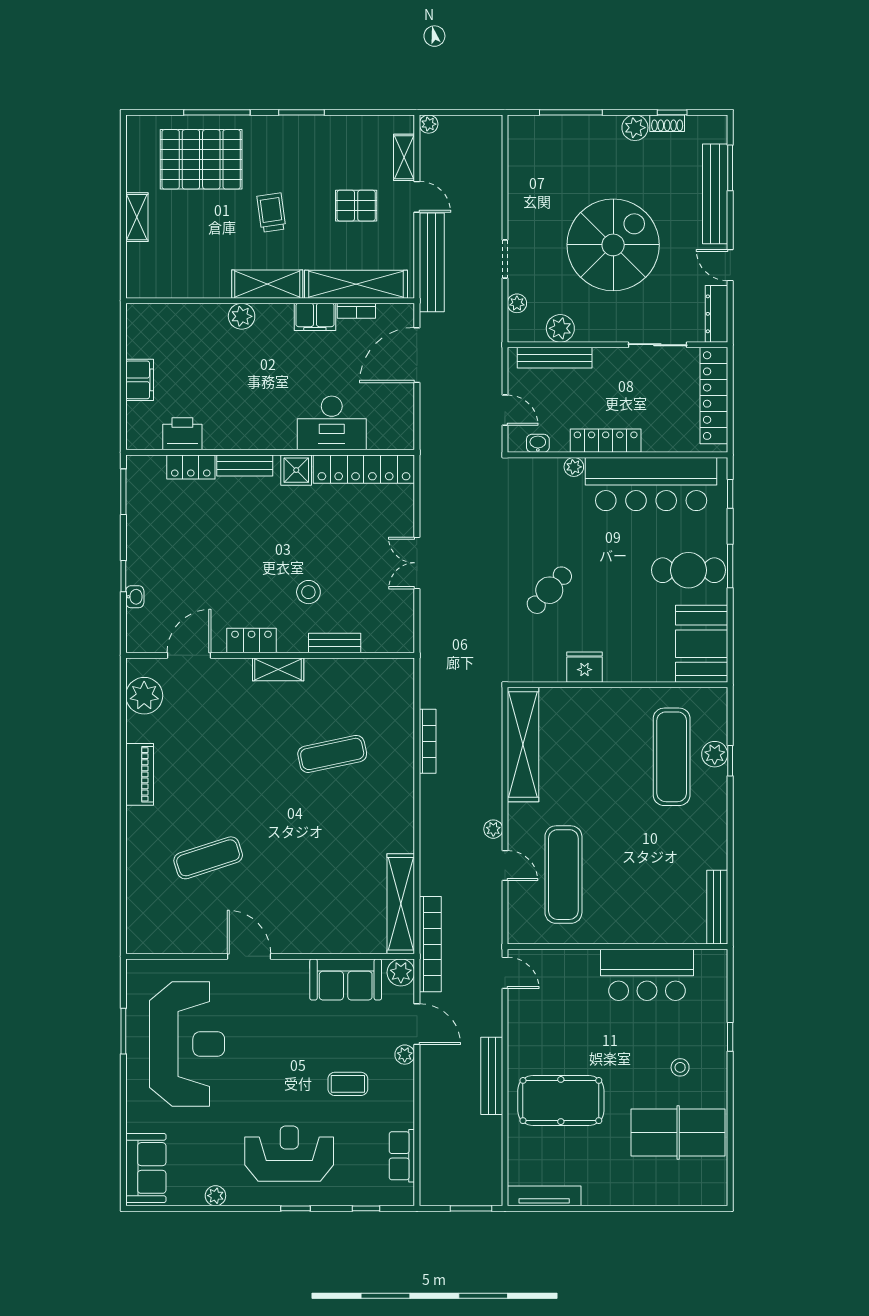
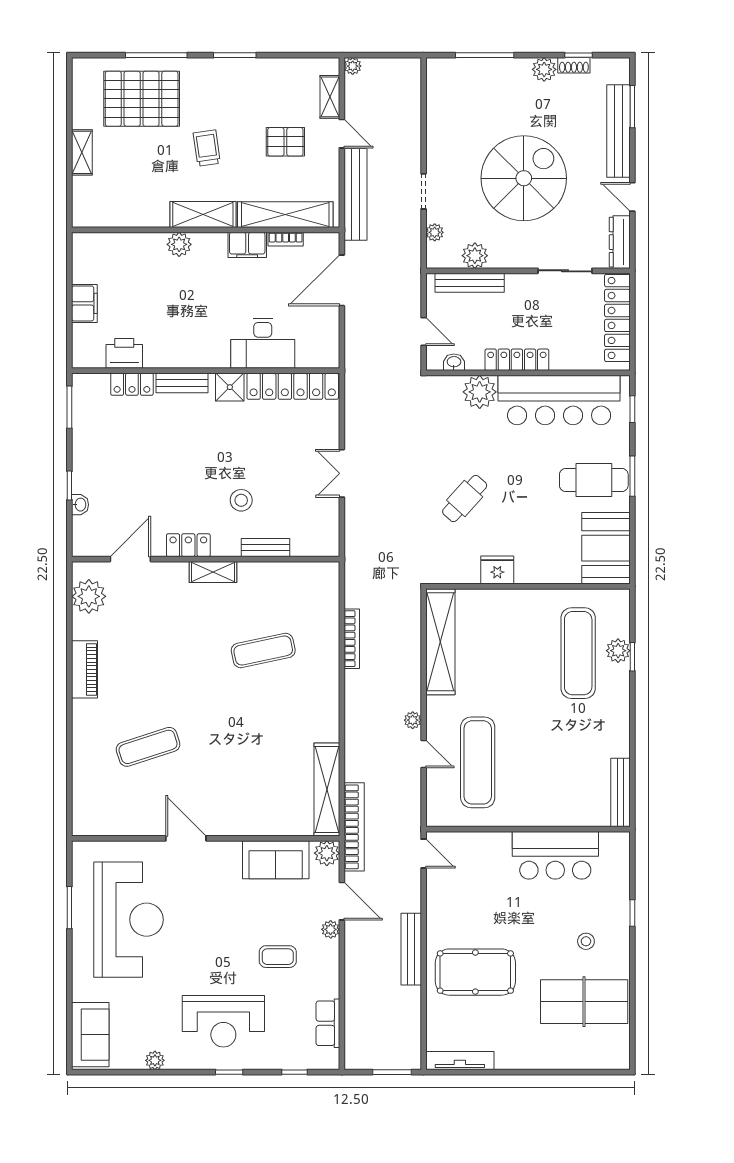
plant: (574, 467) -> (480, 392), width x1.87, depth x1.87
reception desk: (289, 1154) -> (223, 1021), turned 180

